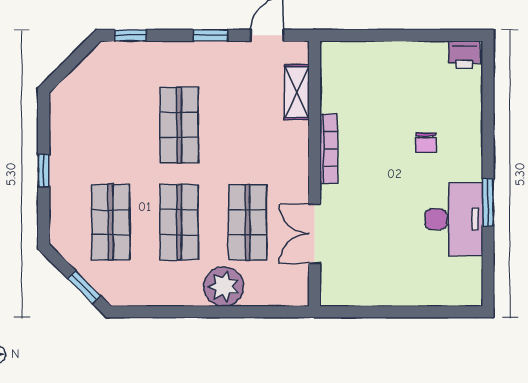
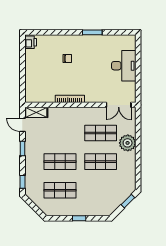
shelving: (297, 92) -> (36, 112), moved
desk: (454, 219) -> (124, 66), moved, turned 90
shop shelf: (111, 222) -> (60, 190), moved
double door: (315, 234) -> (119, 105), moved

